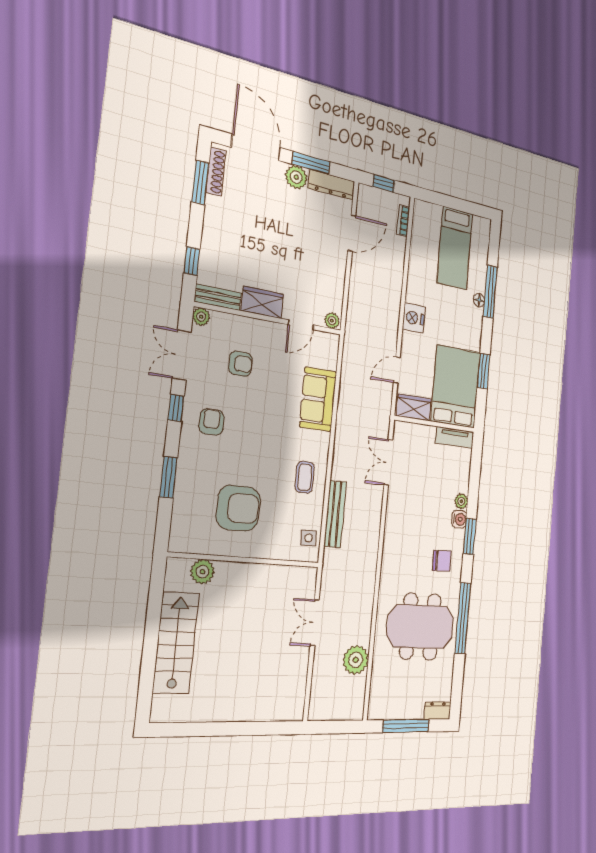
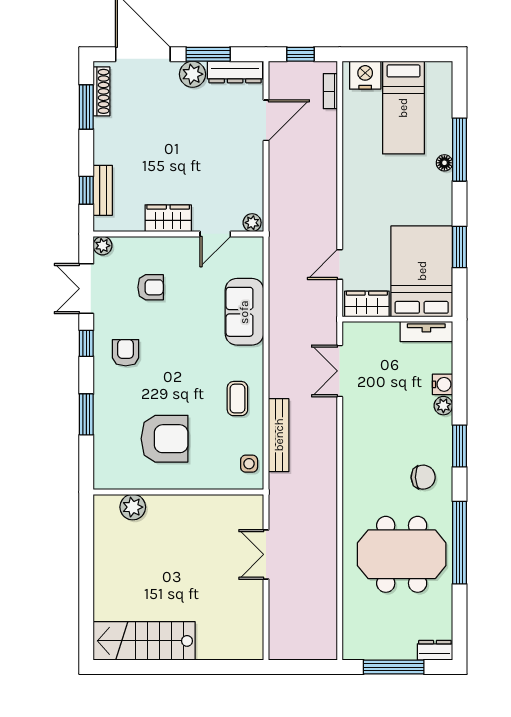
bench: (218, 297) -> (103, 190), moved, turned 90
nightstand: (414, 318) -> (365, 75), moved, turned 90
water cooler: (459, 519) -> (442, 384), moved
stairs: (176, 643) -> (144, 641), moved, turned -90
plant: (356, 660) -> (321, 594), removed

